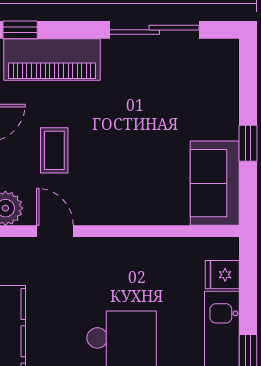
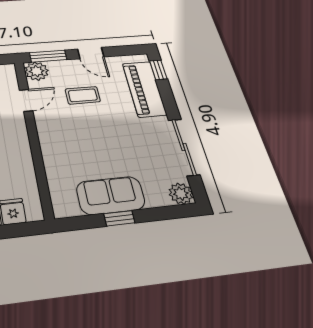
plant: (223, 55) -> (181, 194), added
sofa: (215, 183) -> (111, 195), moved

